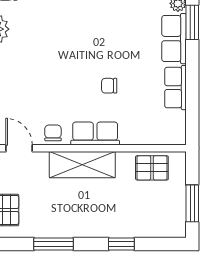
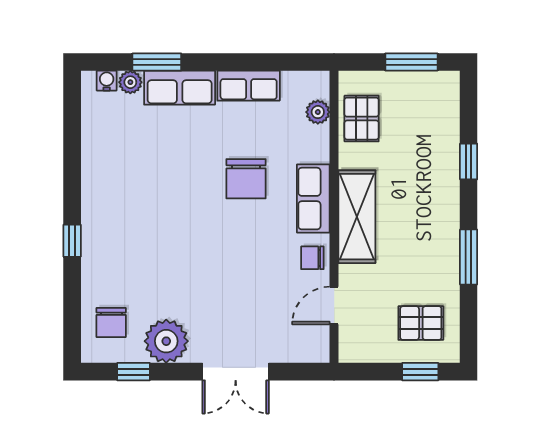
chair: (109, 86) -> (246, 179), width x1.87, depth x1.87
plant: (157, 137) -> (318, 112), added

